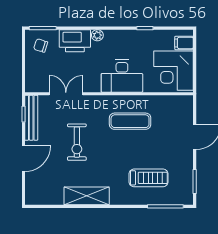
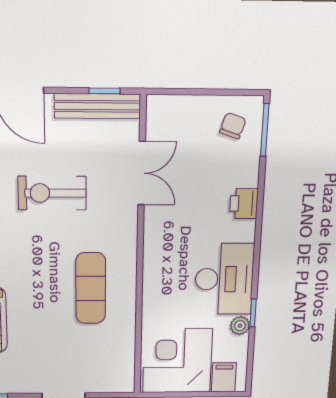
plant: (97, 35) -> (240, 326), moved
printer: (75, 41) -> (244, 204), width x0.53, depth x0.68
desk: (122, 76) -> (224, 279), moved, turned 180

